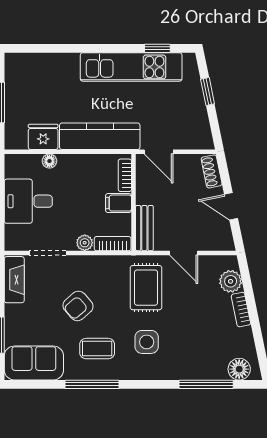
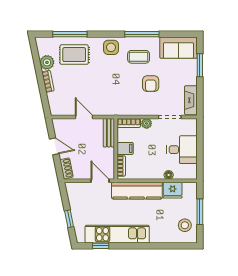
stool: (24, 81) -> (185, 225), added
plant: (231, 281) -> (47, 62), moved
rug: (146, 288) -> (74, 55), moved, turned 90
armchair: (78, 306) -> (151, 84), turned 131
side table: (147, 342) -> (111, 47), moved
floor lamp: (239, 369) -> (49, 44), removed

